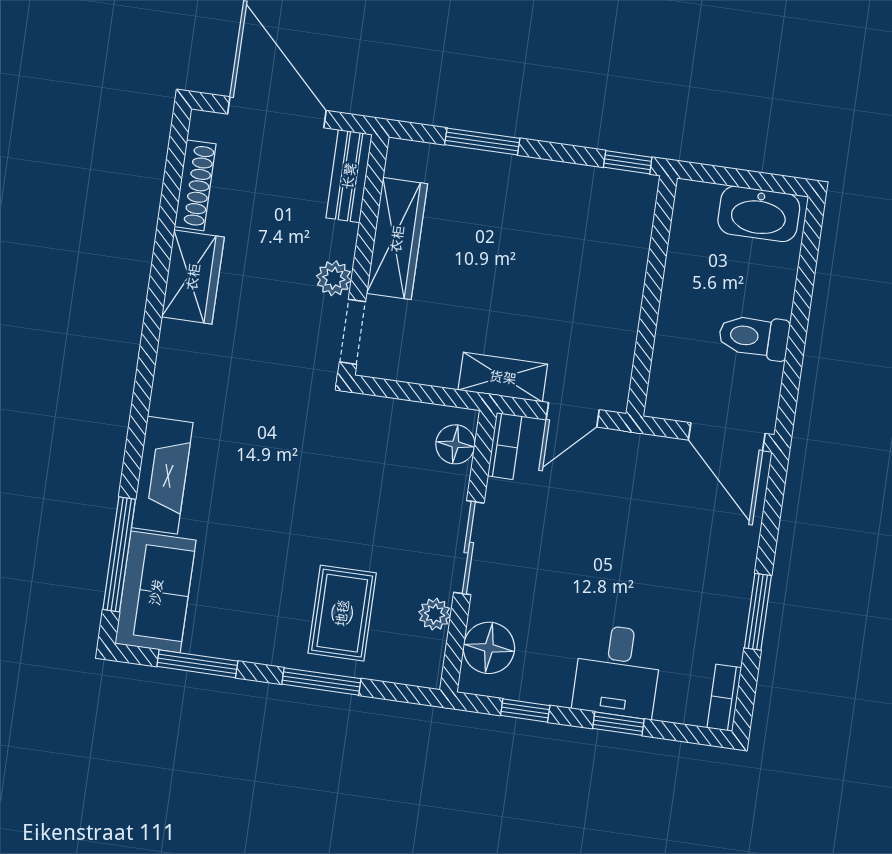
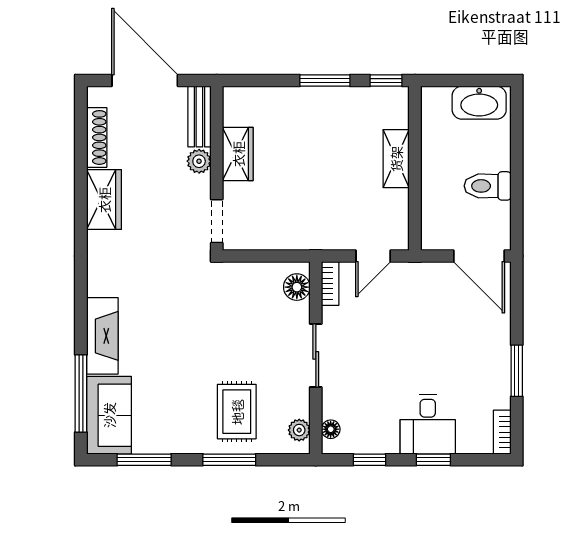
window: (482, 142) -> (325, 80), moved
wardrobe: (397, 239) -> (238, 154), width x0.67
plant: (334, 278) -> (199, 161), moved
shelving: (503, 377) -> (396, 159), moved, turned 90
plant: (435, 614) -> (299, 430), moved
floor lamp: (489, 648) -> (331, 429), width x0.53, depth x0.53

